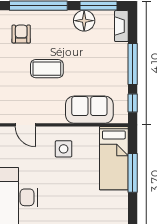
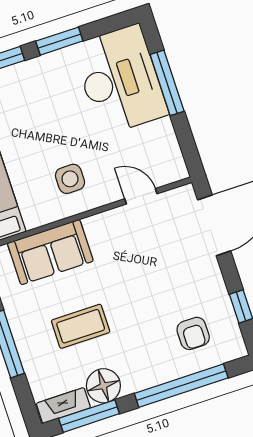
fireplace: (121, 26) -> (63, 406), moved, turned -90
coffee table: (47, 69) -> (81, 326), moved

